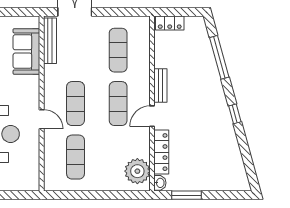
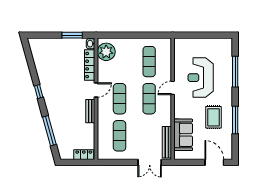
door: (42, 119) -> (173, 88), hinge flipped

